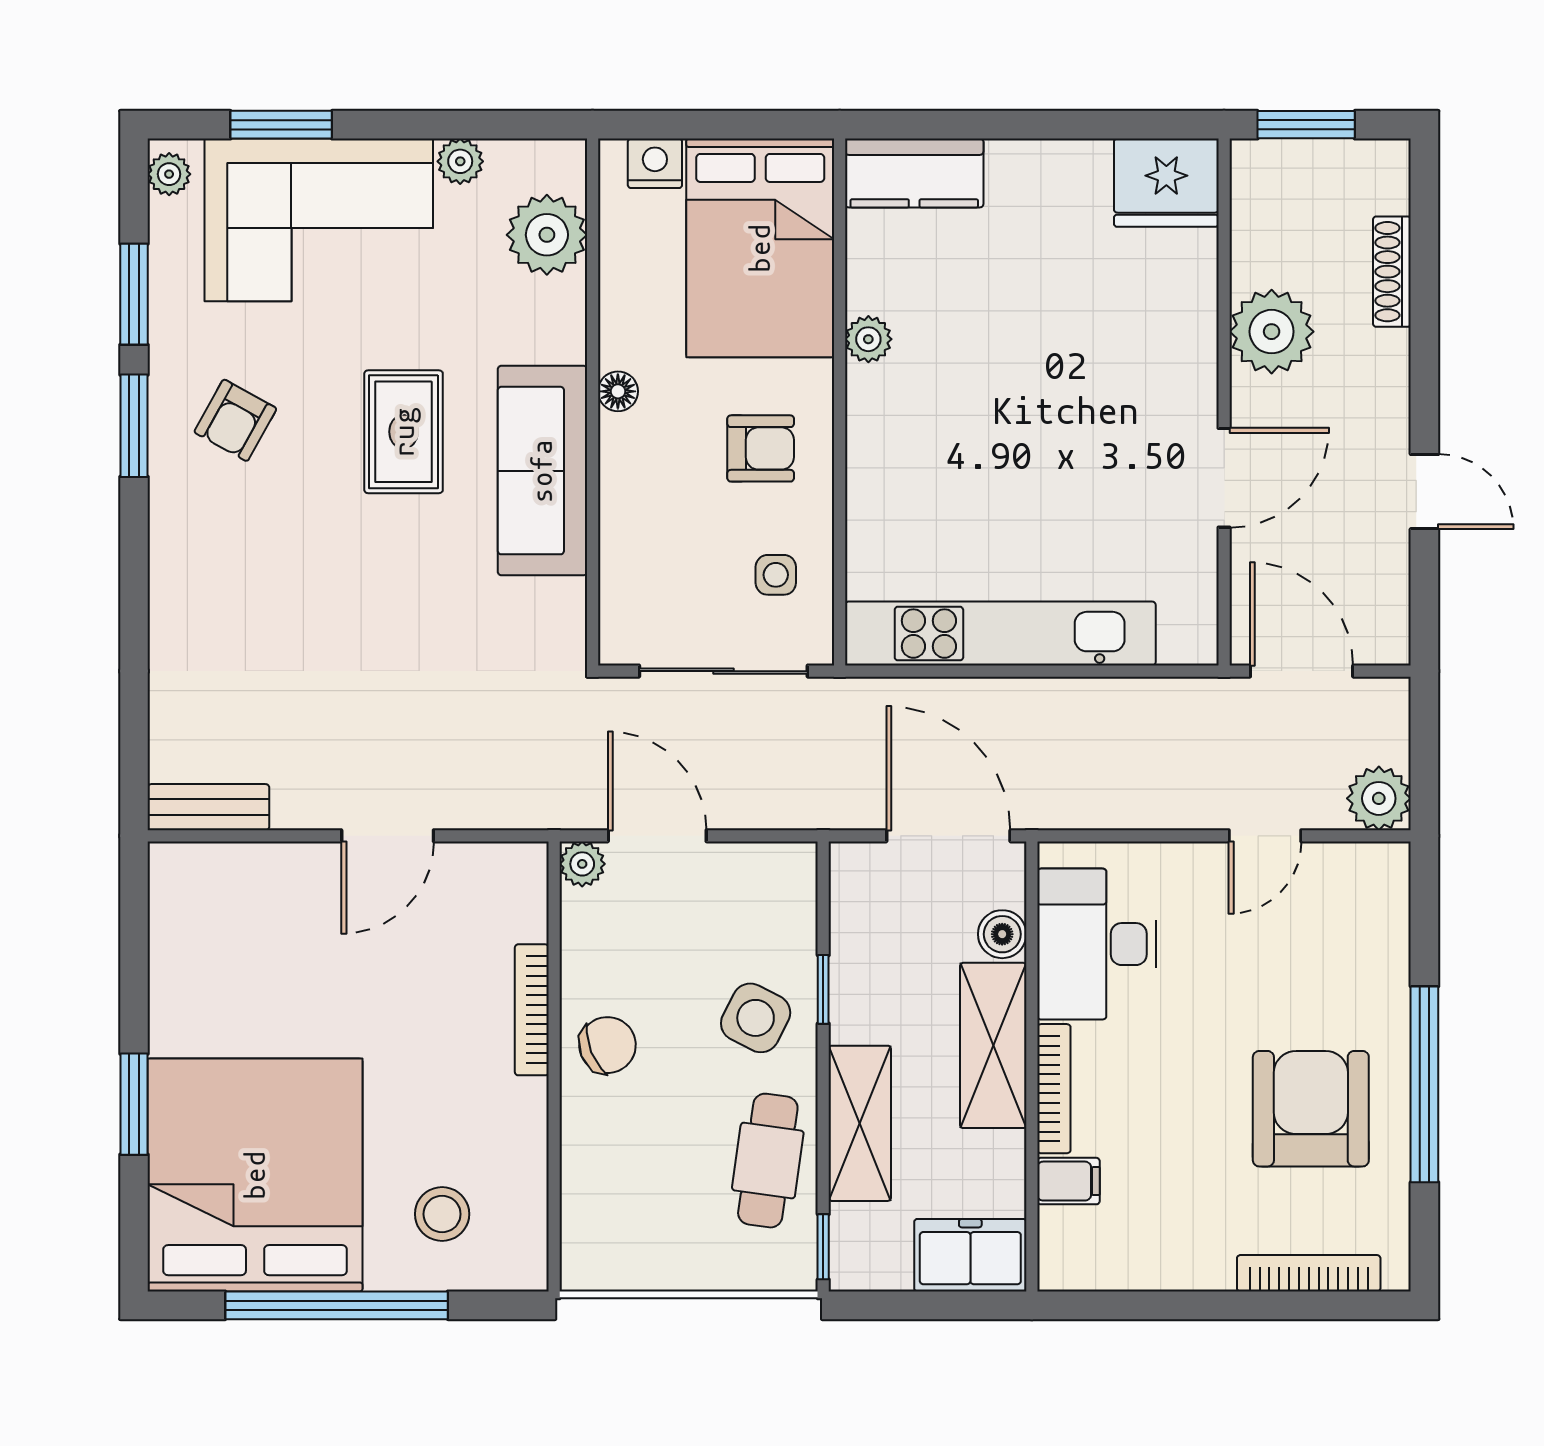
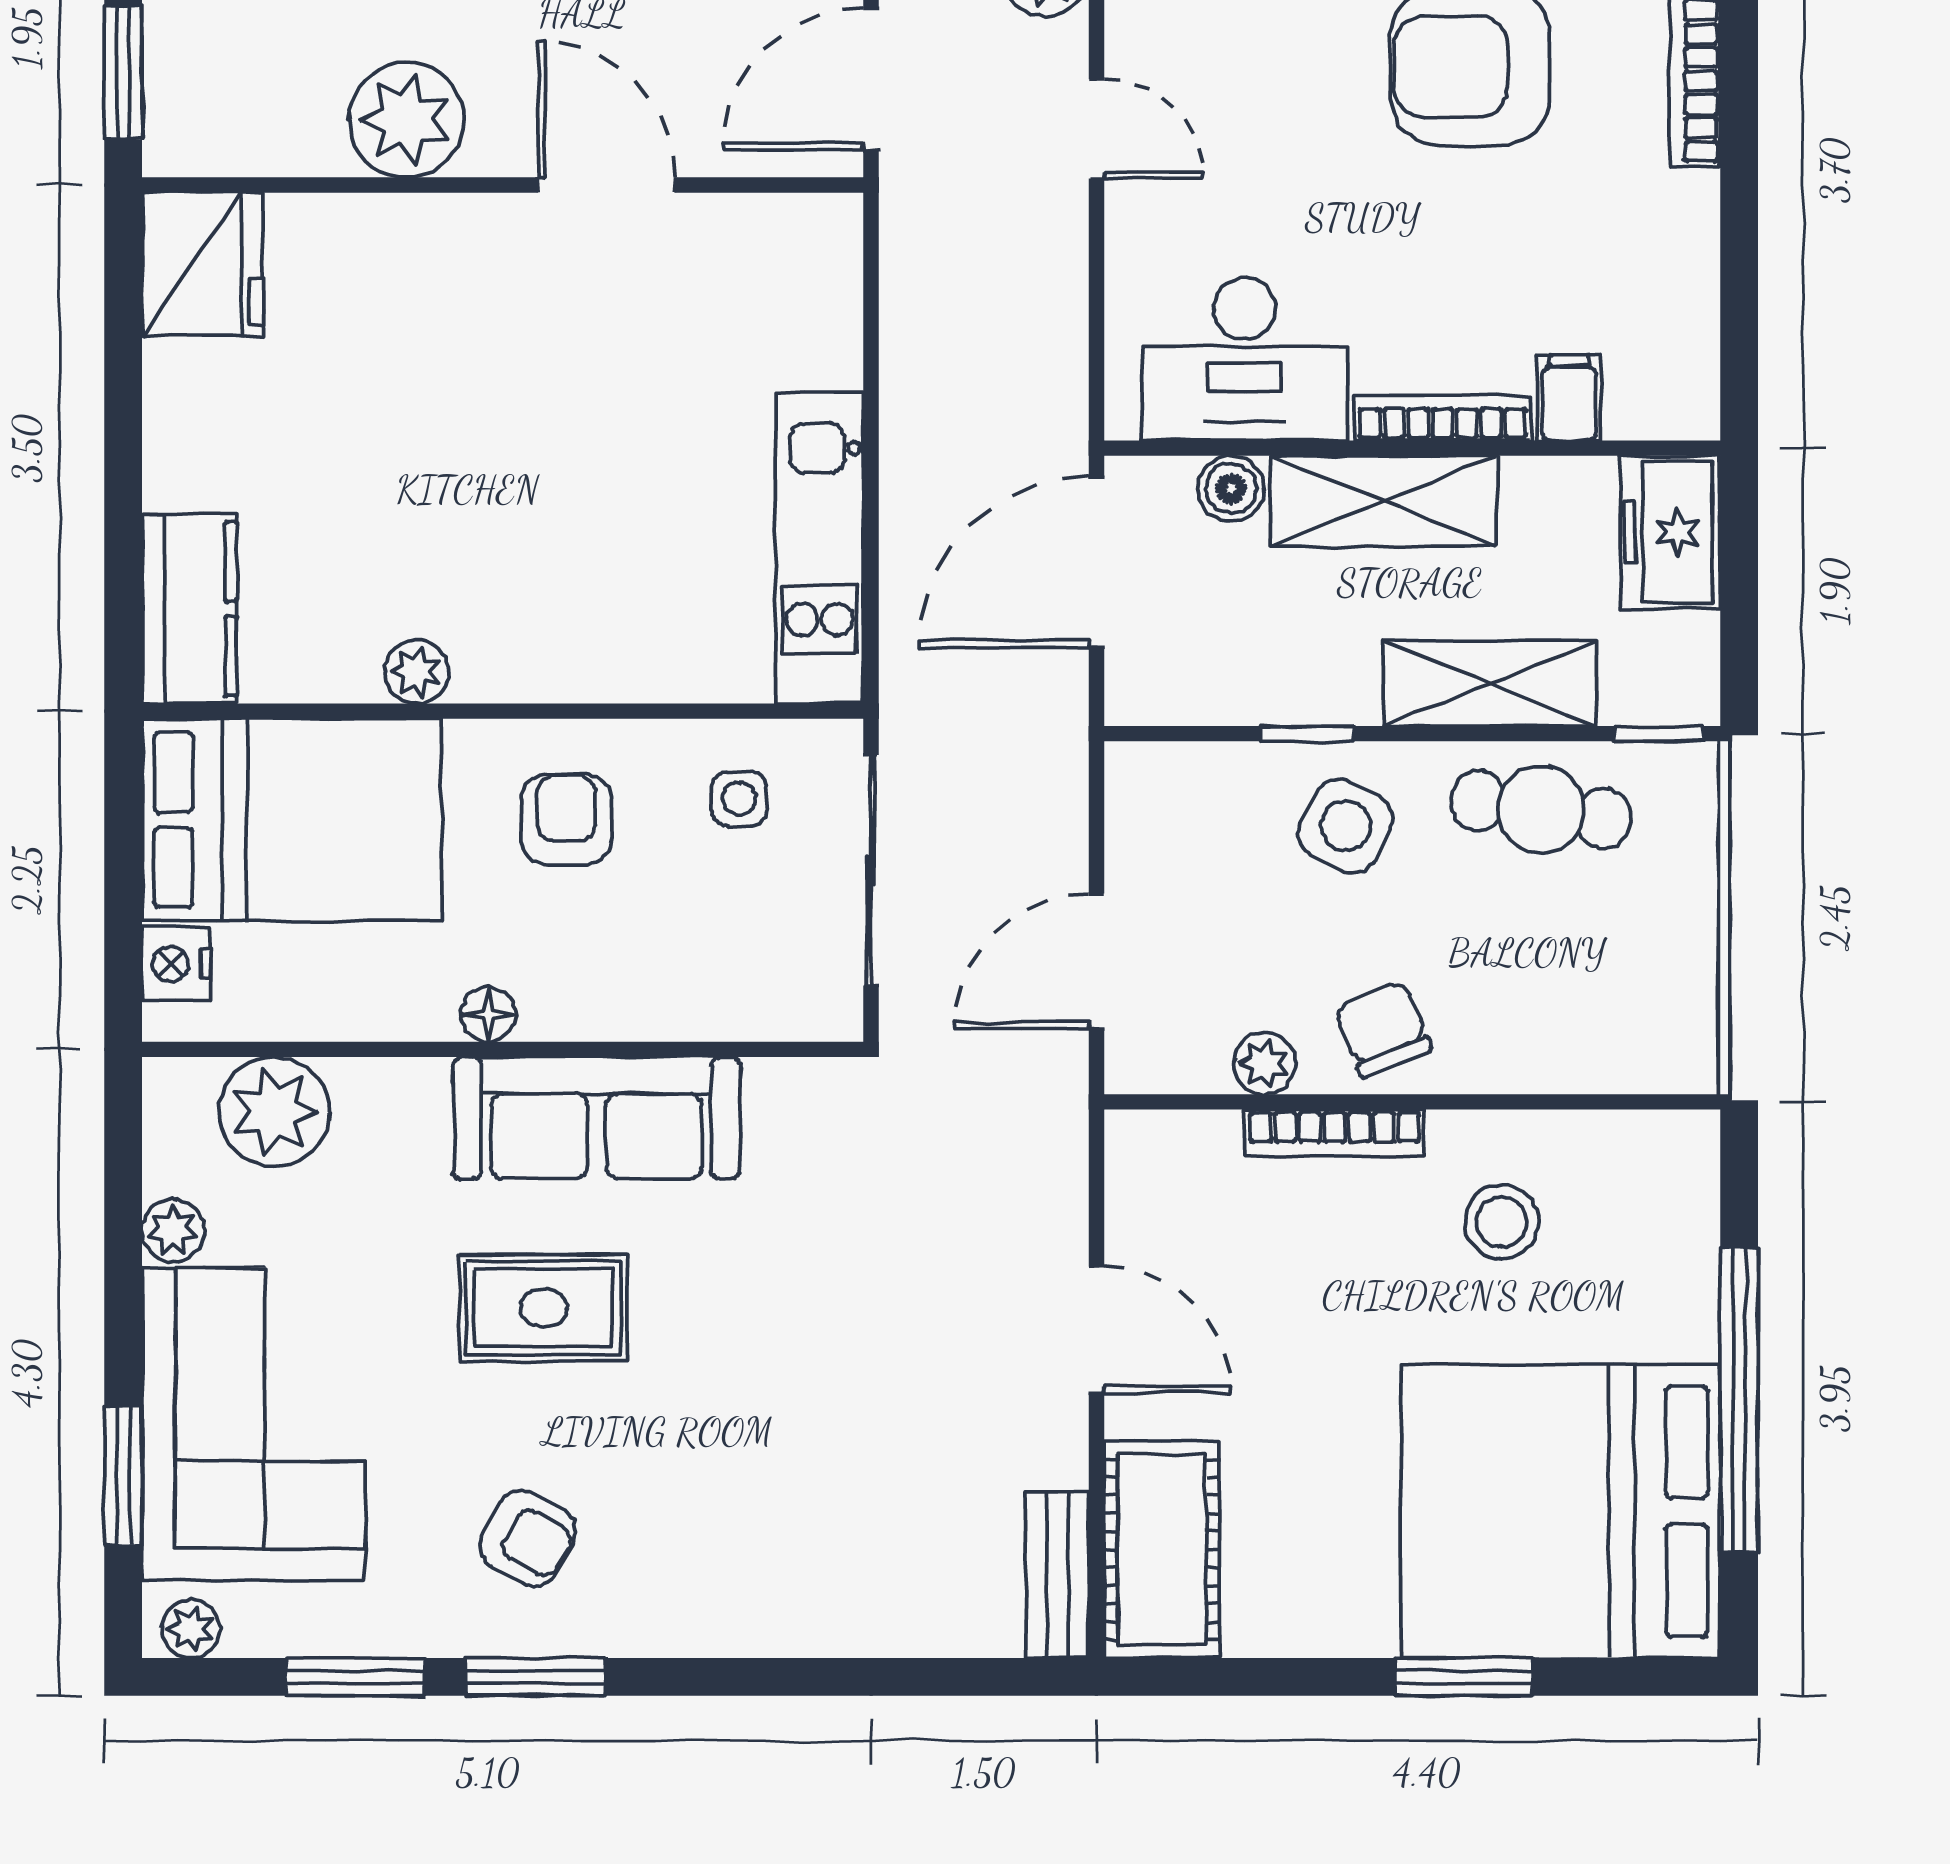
kitchen unit: (1000, 634) -> (820, 548), width x0.73
plant: (582, 864) -> (1264, 1063), moved
cot: (227, 884) -> (1162, 1549), added
stool: (442, 1214) -> (1502, 1222), moved

